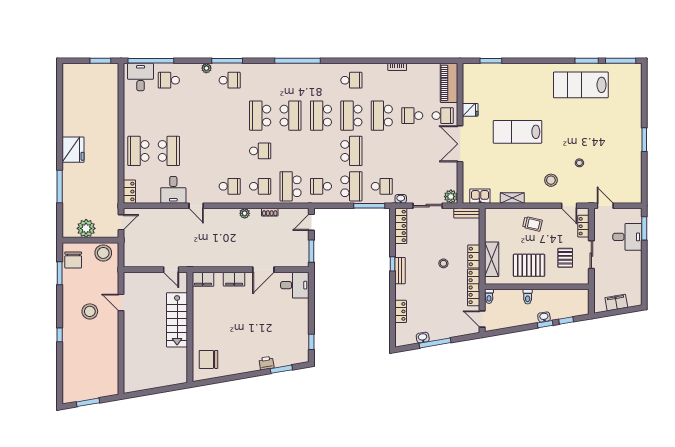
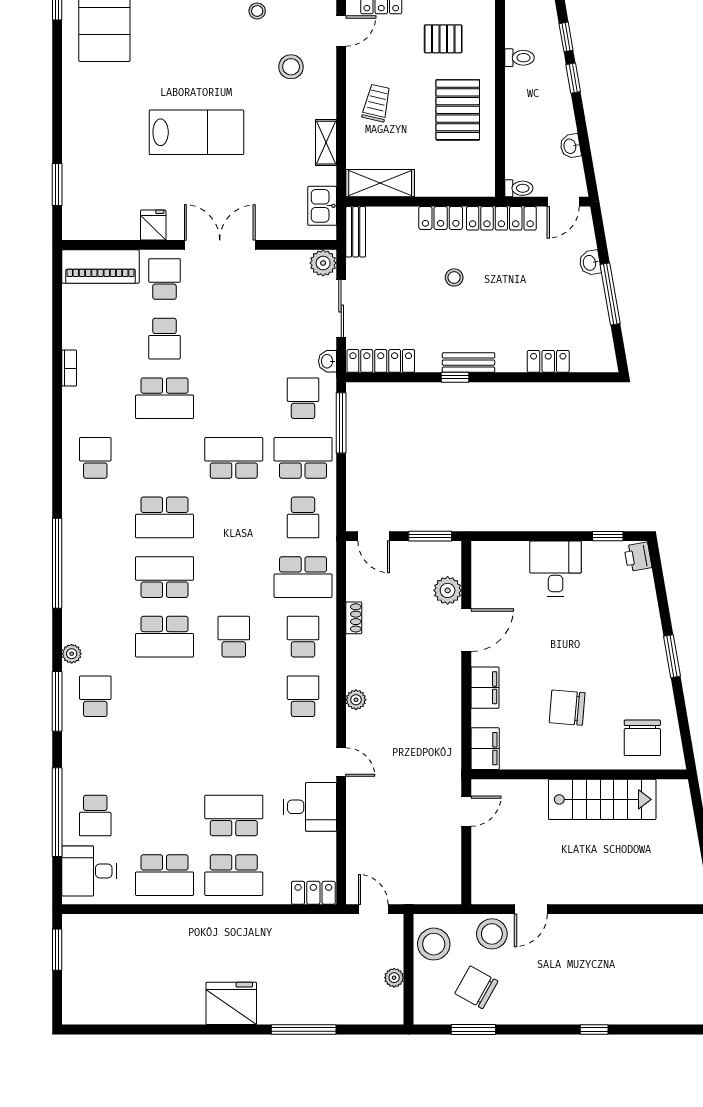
window: (151, 61) -> (57, 812), moved
plant: (206, 68) -> (72, 654), moved
school desk: (351, 116) -> (165, 875), moved
lab bench: (518, 132) -> (196, 132), turned -90
double door: (460, 144) -> (220, 245), swing flipped
door: (196, 206) -> (341, 762), hinge flipped
plant: (245, 213) -> (356, 700), moved
plant: (86, 228) -> (394, 978), width x0.53, depth x0.53
shelving: (492, 259) -> (380, 183), moved
chair: (73, 260) -> (476, 987), moved, turned -151
plant: (284, 260) -> (448, 590), added
door: (263, 270) -> (466, 630), hinge flipped
desk: (295, 285) -> (556, 569), moved
toilet: (528, 297) -> (519, 58), moved
stool: (90, 311) -> (492, 934), moved
washbasin: (544, 317) -> (570, 146), moved
stairs: (177, 320) -> (602, 799), moved
chair: (224, 321) -> (567, 708), added
washbasin: (423, 338) -> (590, 263), moved
printer: (266, 363) -> (638, 557), moved
window: (281, 369) -> (672, 656), moved

